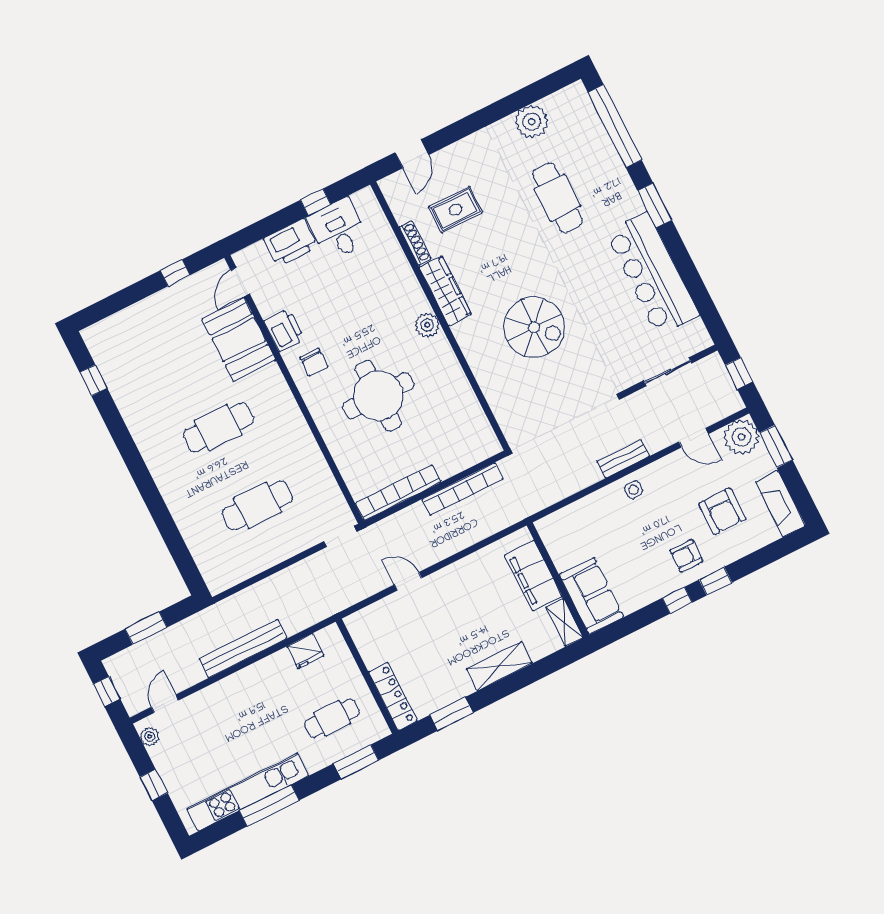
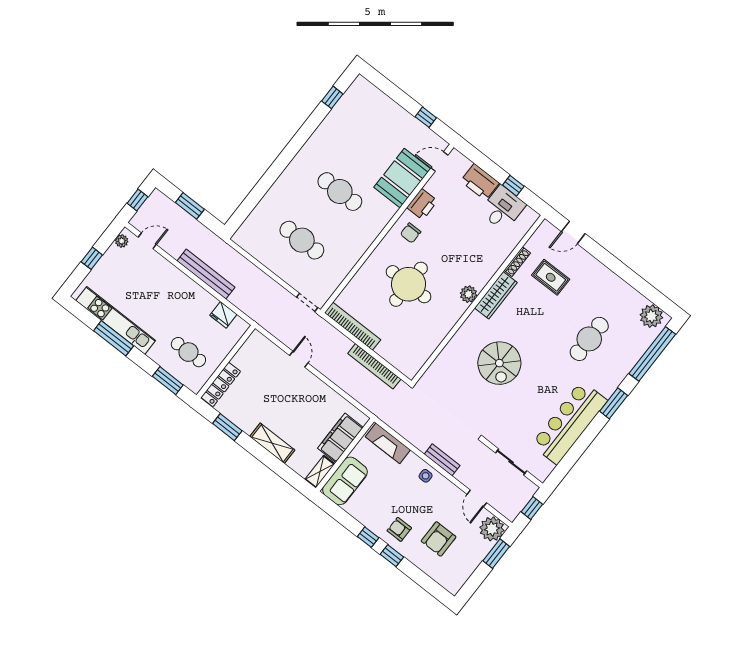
plant: (532, 122) -> (651, 316), moved
fireplace: (781, 504) -> (388, 443), moved, turned -90

